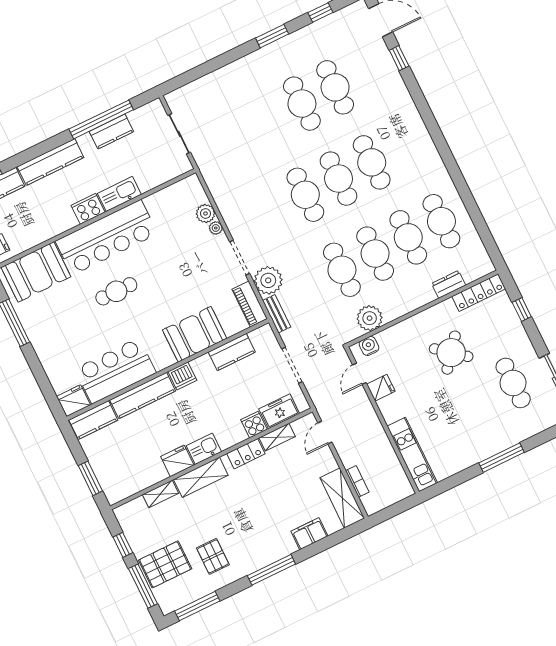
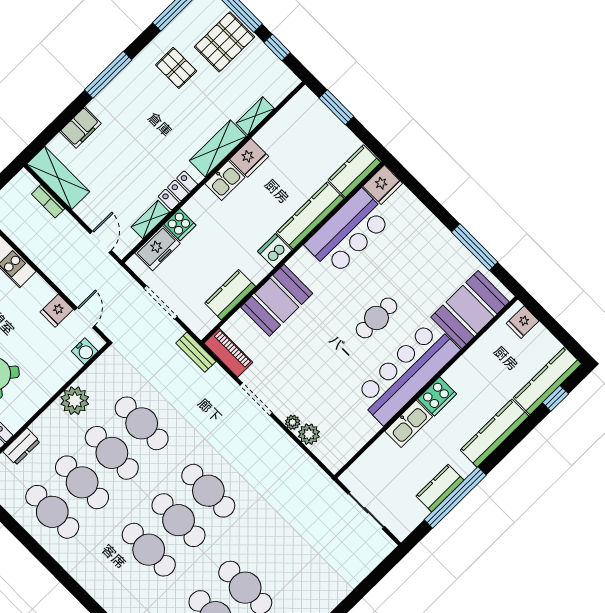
plant: (268, 280) -> (217, 385), removed
plant: (370, 318) -> (75, 401), moved

